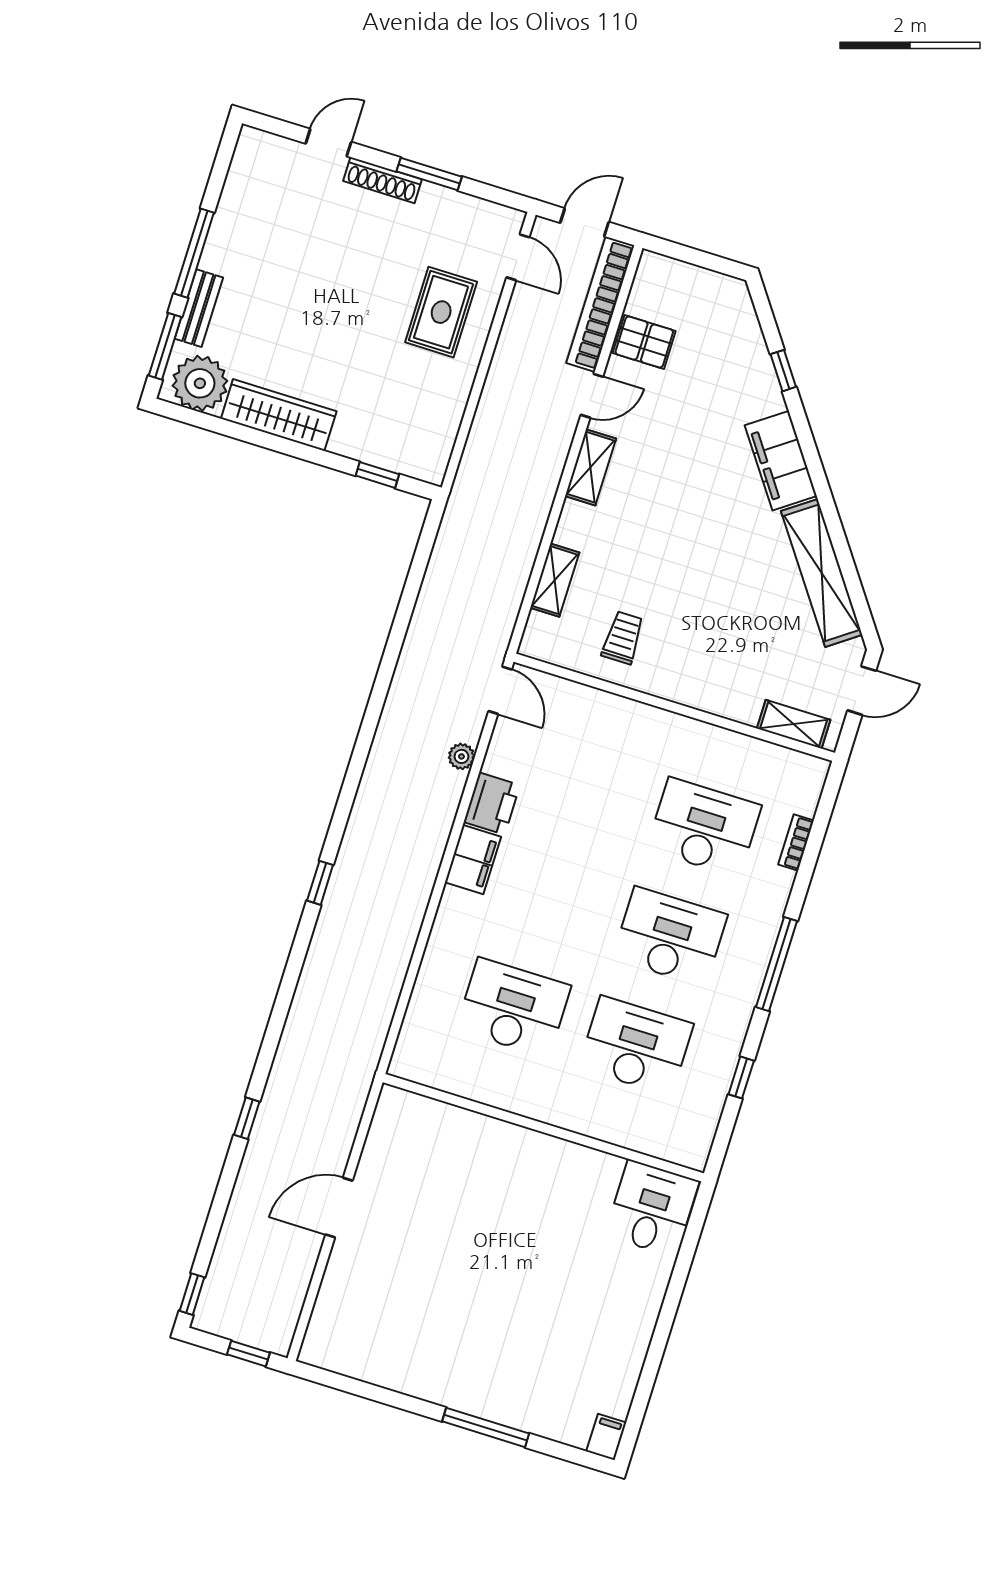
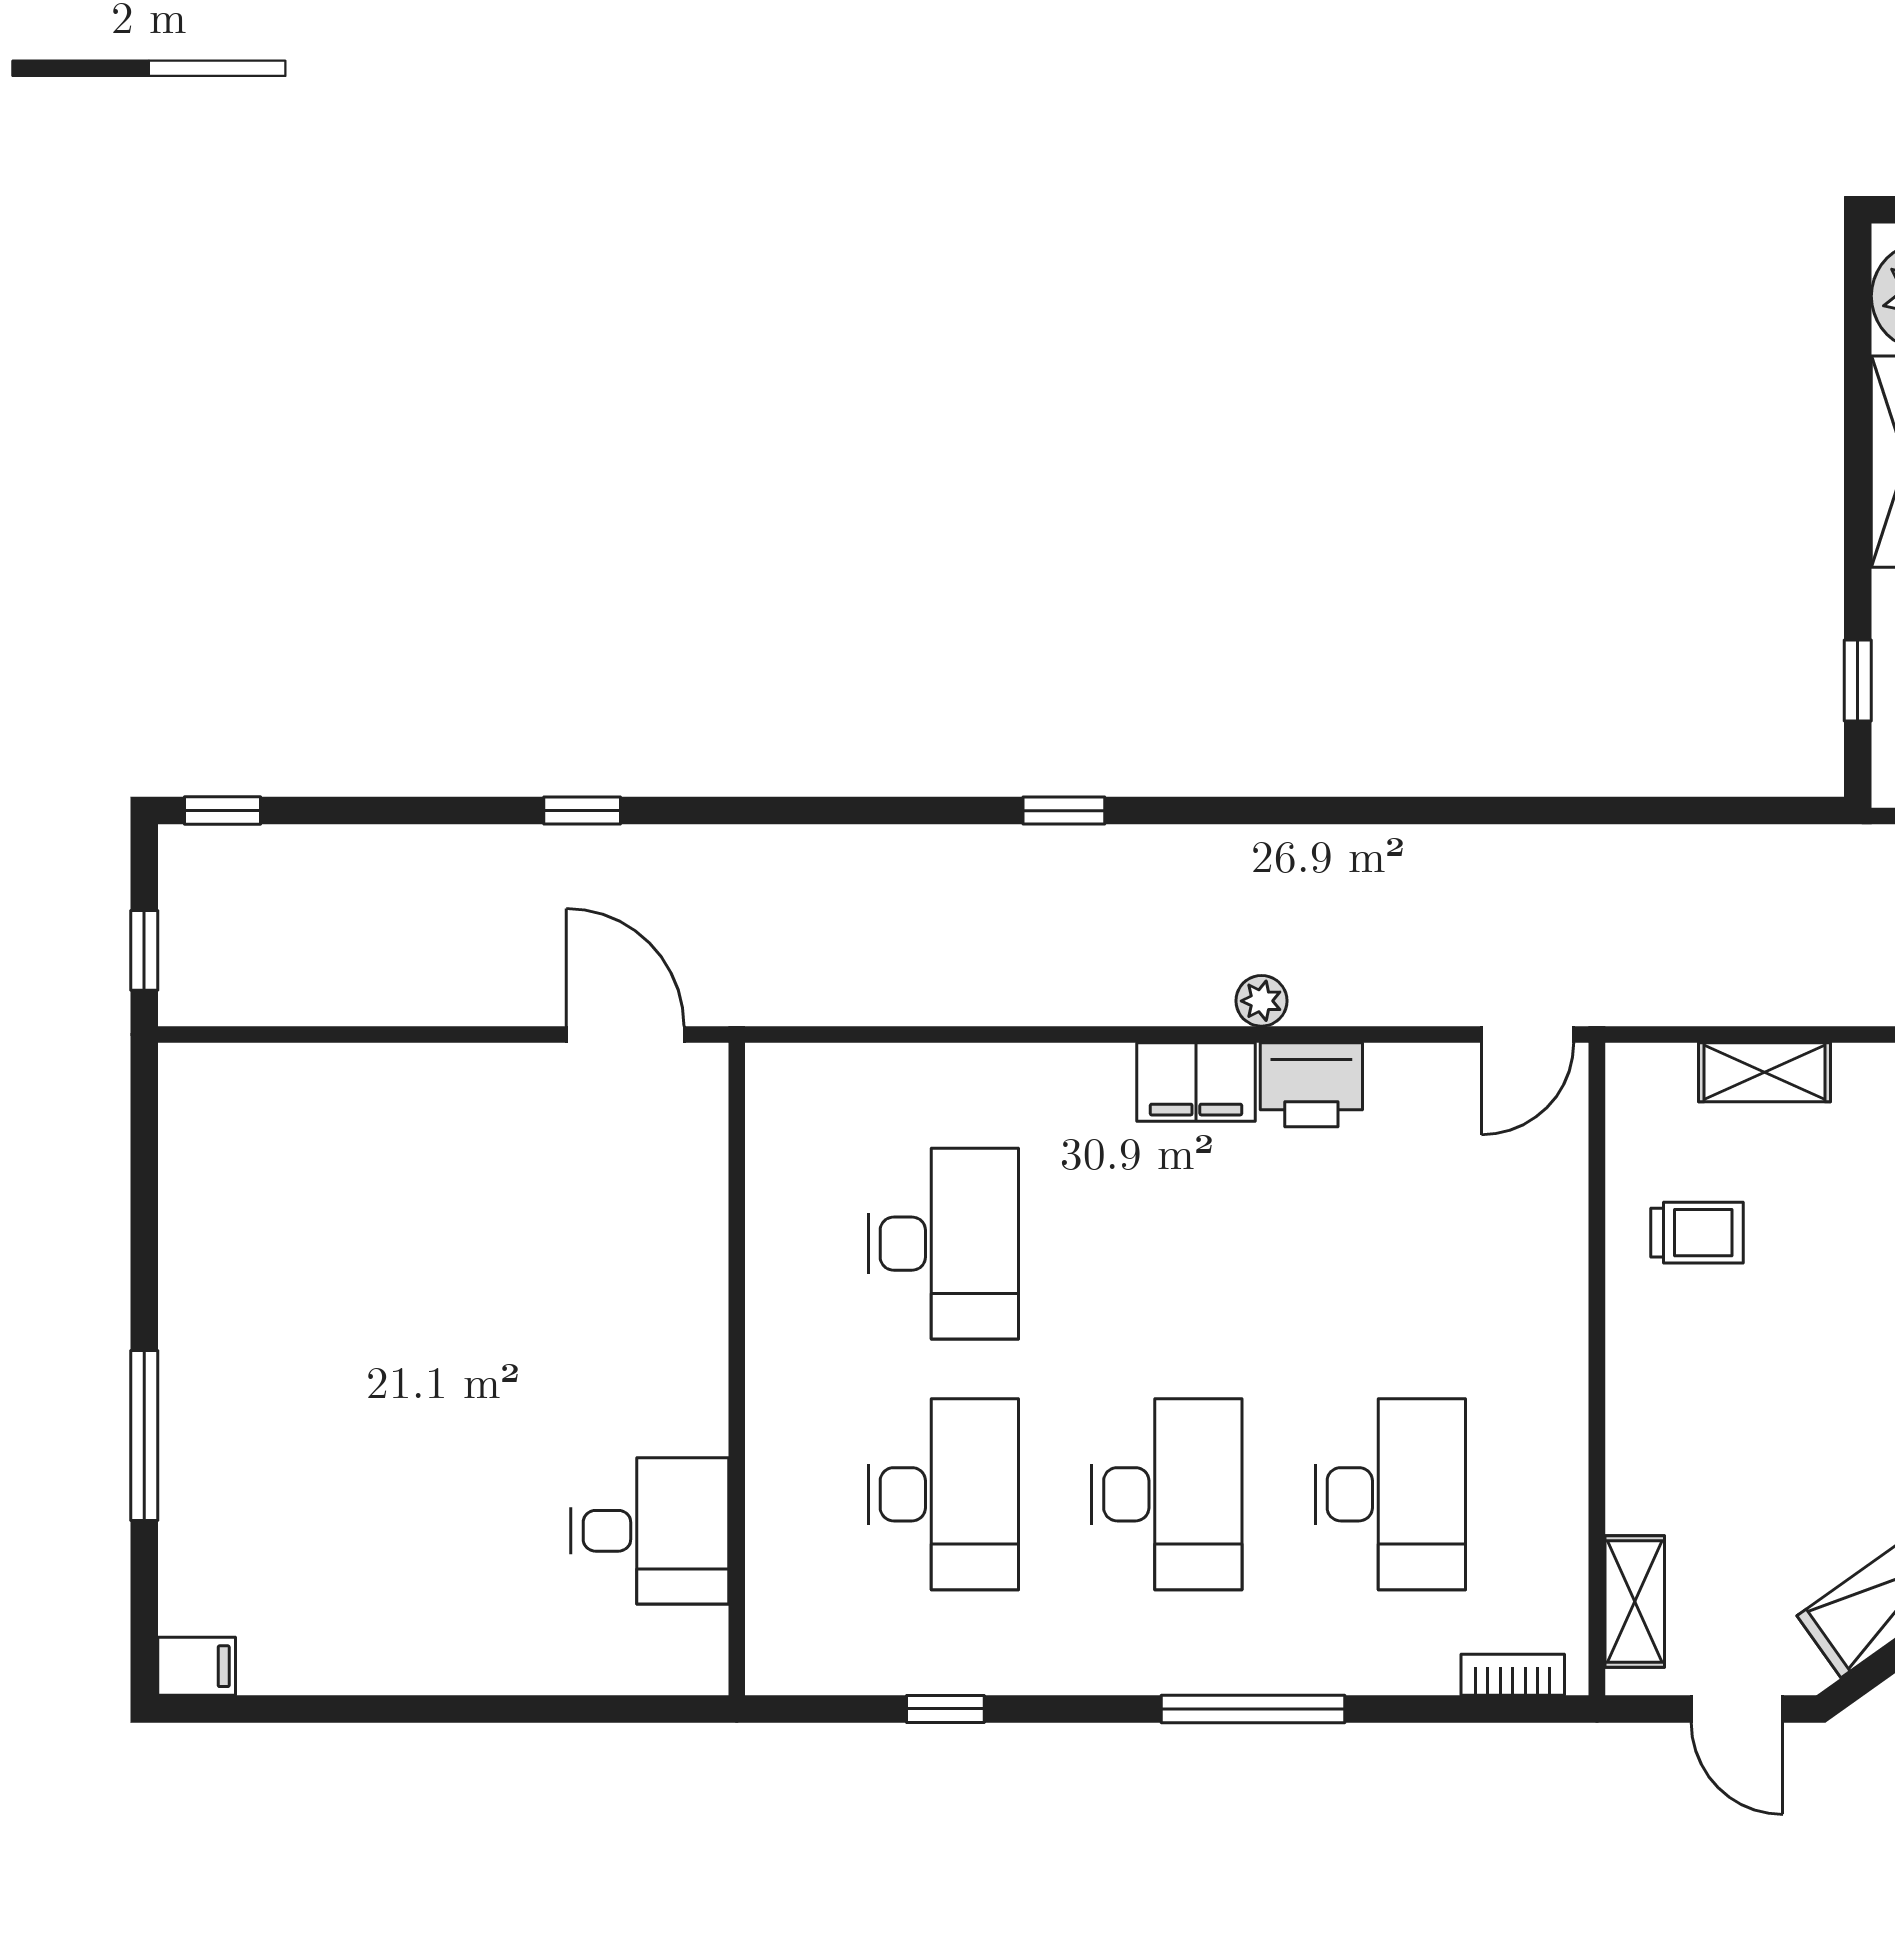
plant: (461, 756) -> (1261, 1001), moved
bookcase: (796, 842) -> (1513, 1675), moved
window: (777, 964) -> (1253, 1709), moved
door: (339, 1208) -> (625, 1034), moved
desk: (652, 1208) -> (650, 1531), moved

